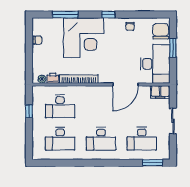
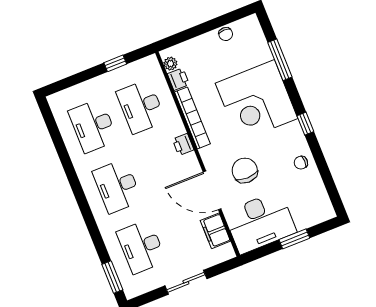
chair: (161, 31) -> (245, 170), moved, turned -90
printer: (92, 91) -> (183, 144), added
filing cabinet: (160, 92) -> (215, 231), moved

